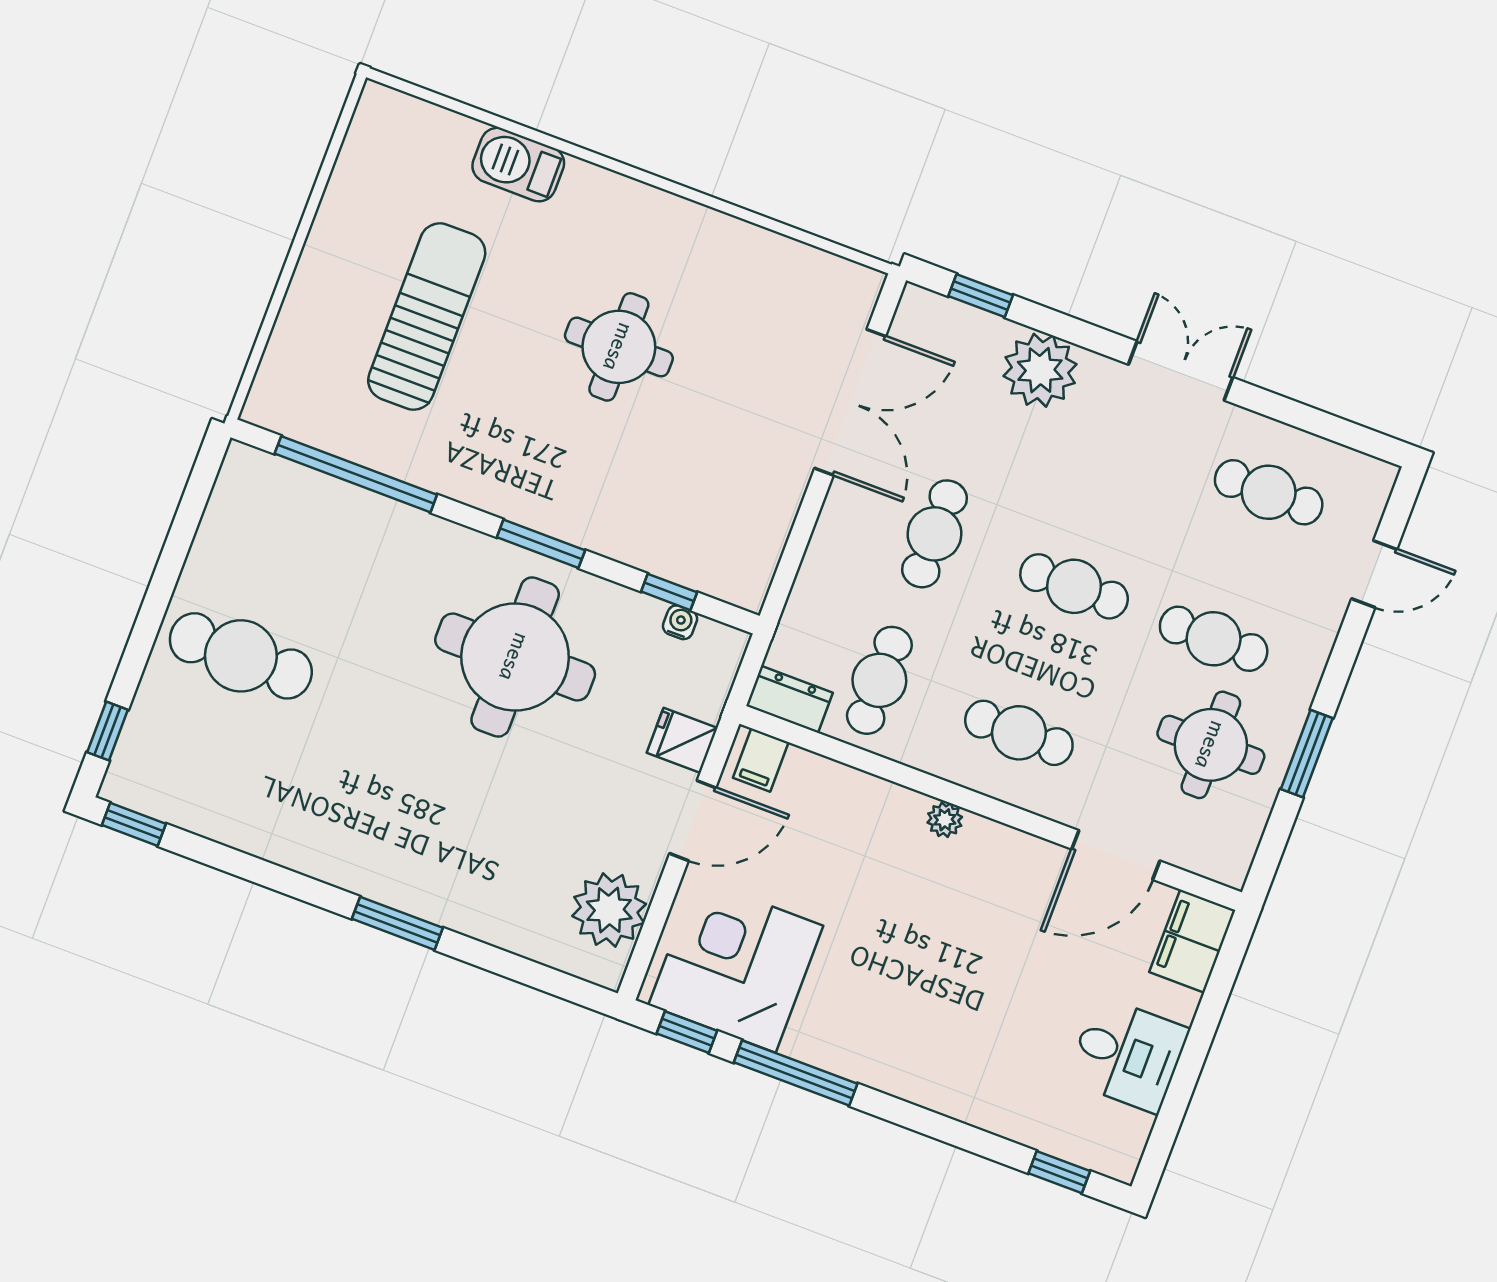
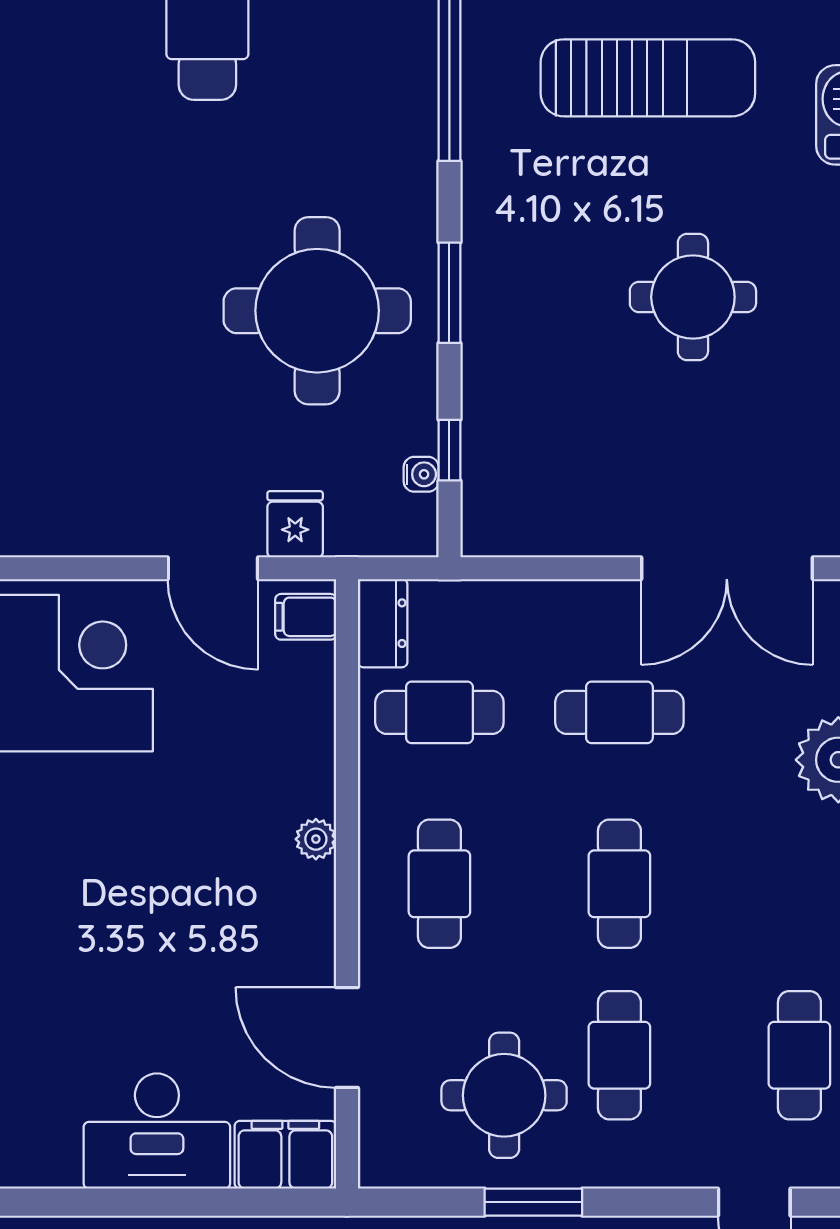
plant: (609, 910) -> (83, 514), removed
desk: (1128, 1055) -> (157, 1131), width x1.37

